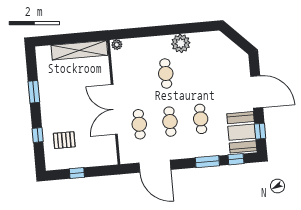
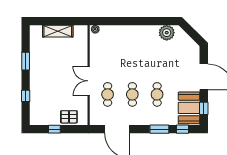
plant: (181, 43) -> (167, 33), moved
shelving: (79, 50) -> (58, 31), width x0.68
cafe table: (166, 74) -> (132, 56), removed
double door: (114, 109) -> (89, 81), width x0.73
pallet: (64, 140) -> (69, 117), moved

